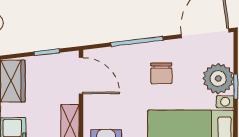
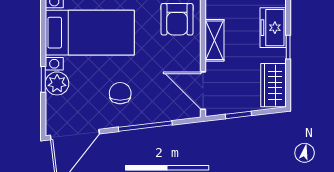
plant: (218, 79) -> (57, 83), width x0.73, depth x0.73

